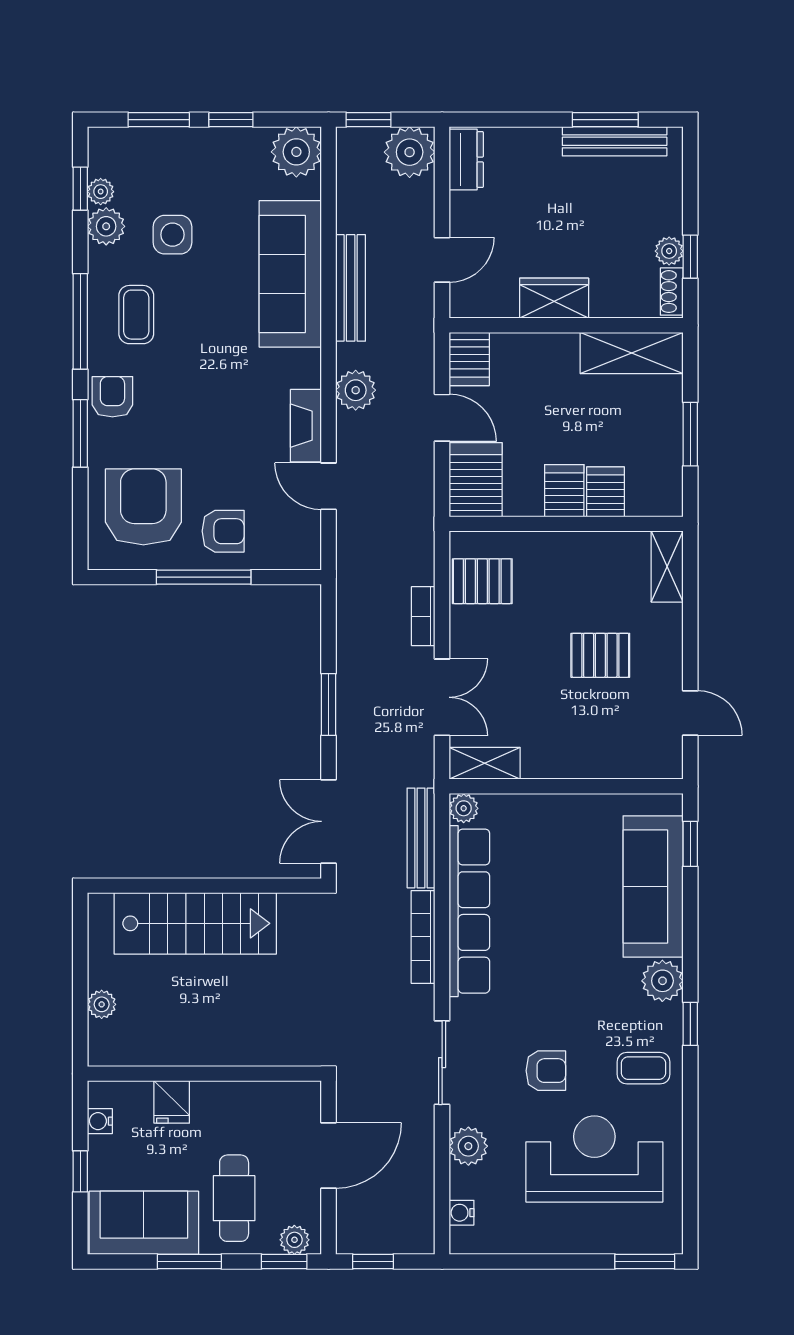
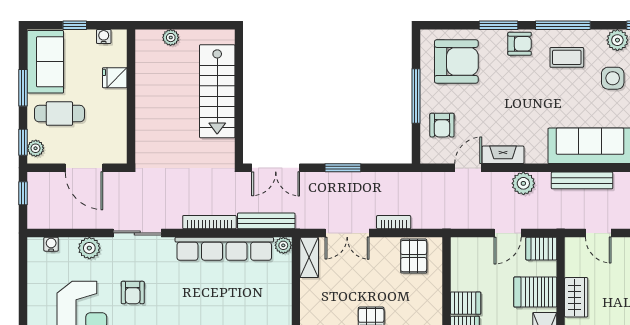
server rack: (476, 480) -> (535, 292), moved, turned 180
armchair: (223, 531) -> (442, 125), moved
double door: (329, 821) -> (276, 168), swing flipped

